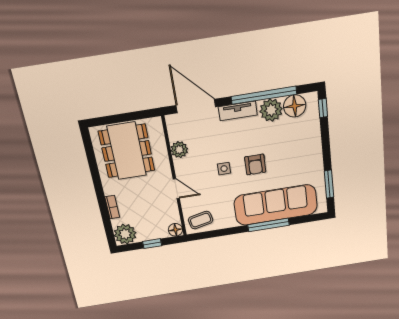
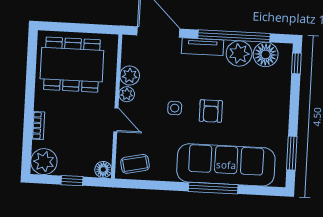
dining table: (127, 151) -> (72, 65), turned 90
plant: (180, 166) -> (127, 94), added

